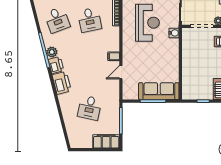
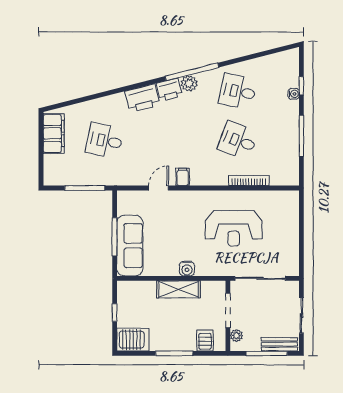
desk: (57, 20) -> (238, 91), turned 33
desk: (90, 20) -> (238, 141), turned 33
water cooler: (174, 33) -> (187, 269), moved
shelving: (188, 59) -> (179, 289), added
door: (121, 72) -> (158, 188), hinge flipped
filing cabinet: (106, 141) -> (54, 133), moved

